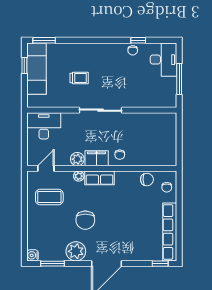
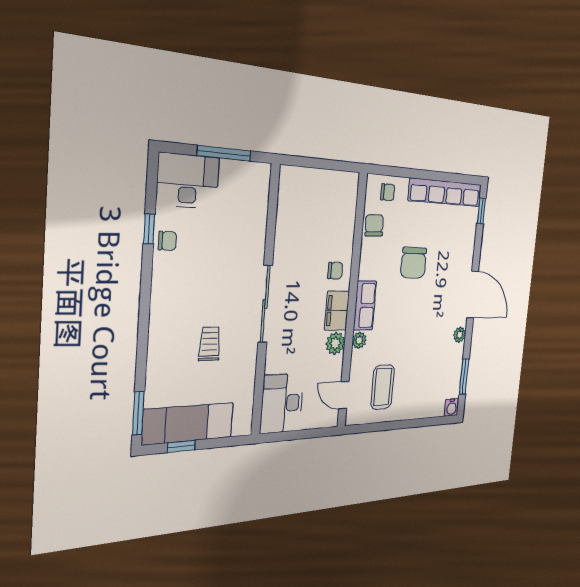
chair: (85, 220) -> (414, 263), moved, turned 90
plant: (76, 251) -> (460, 335), width x0.53, depth x0.53

